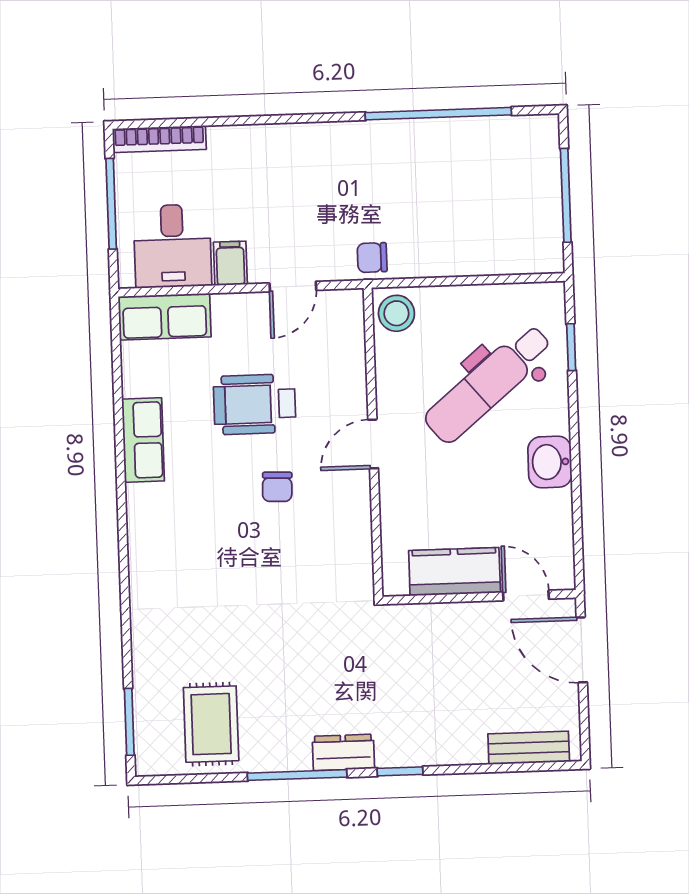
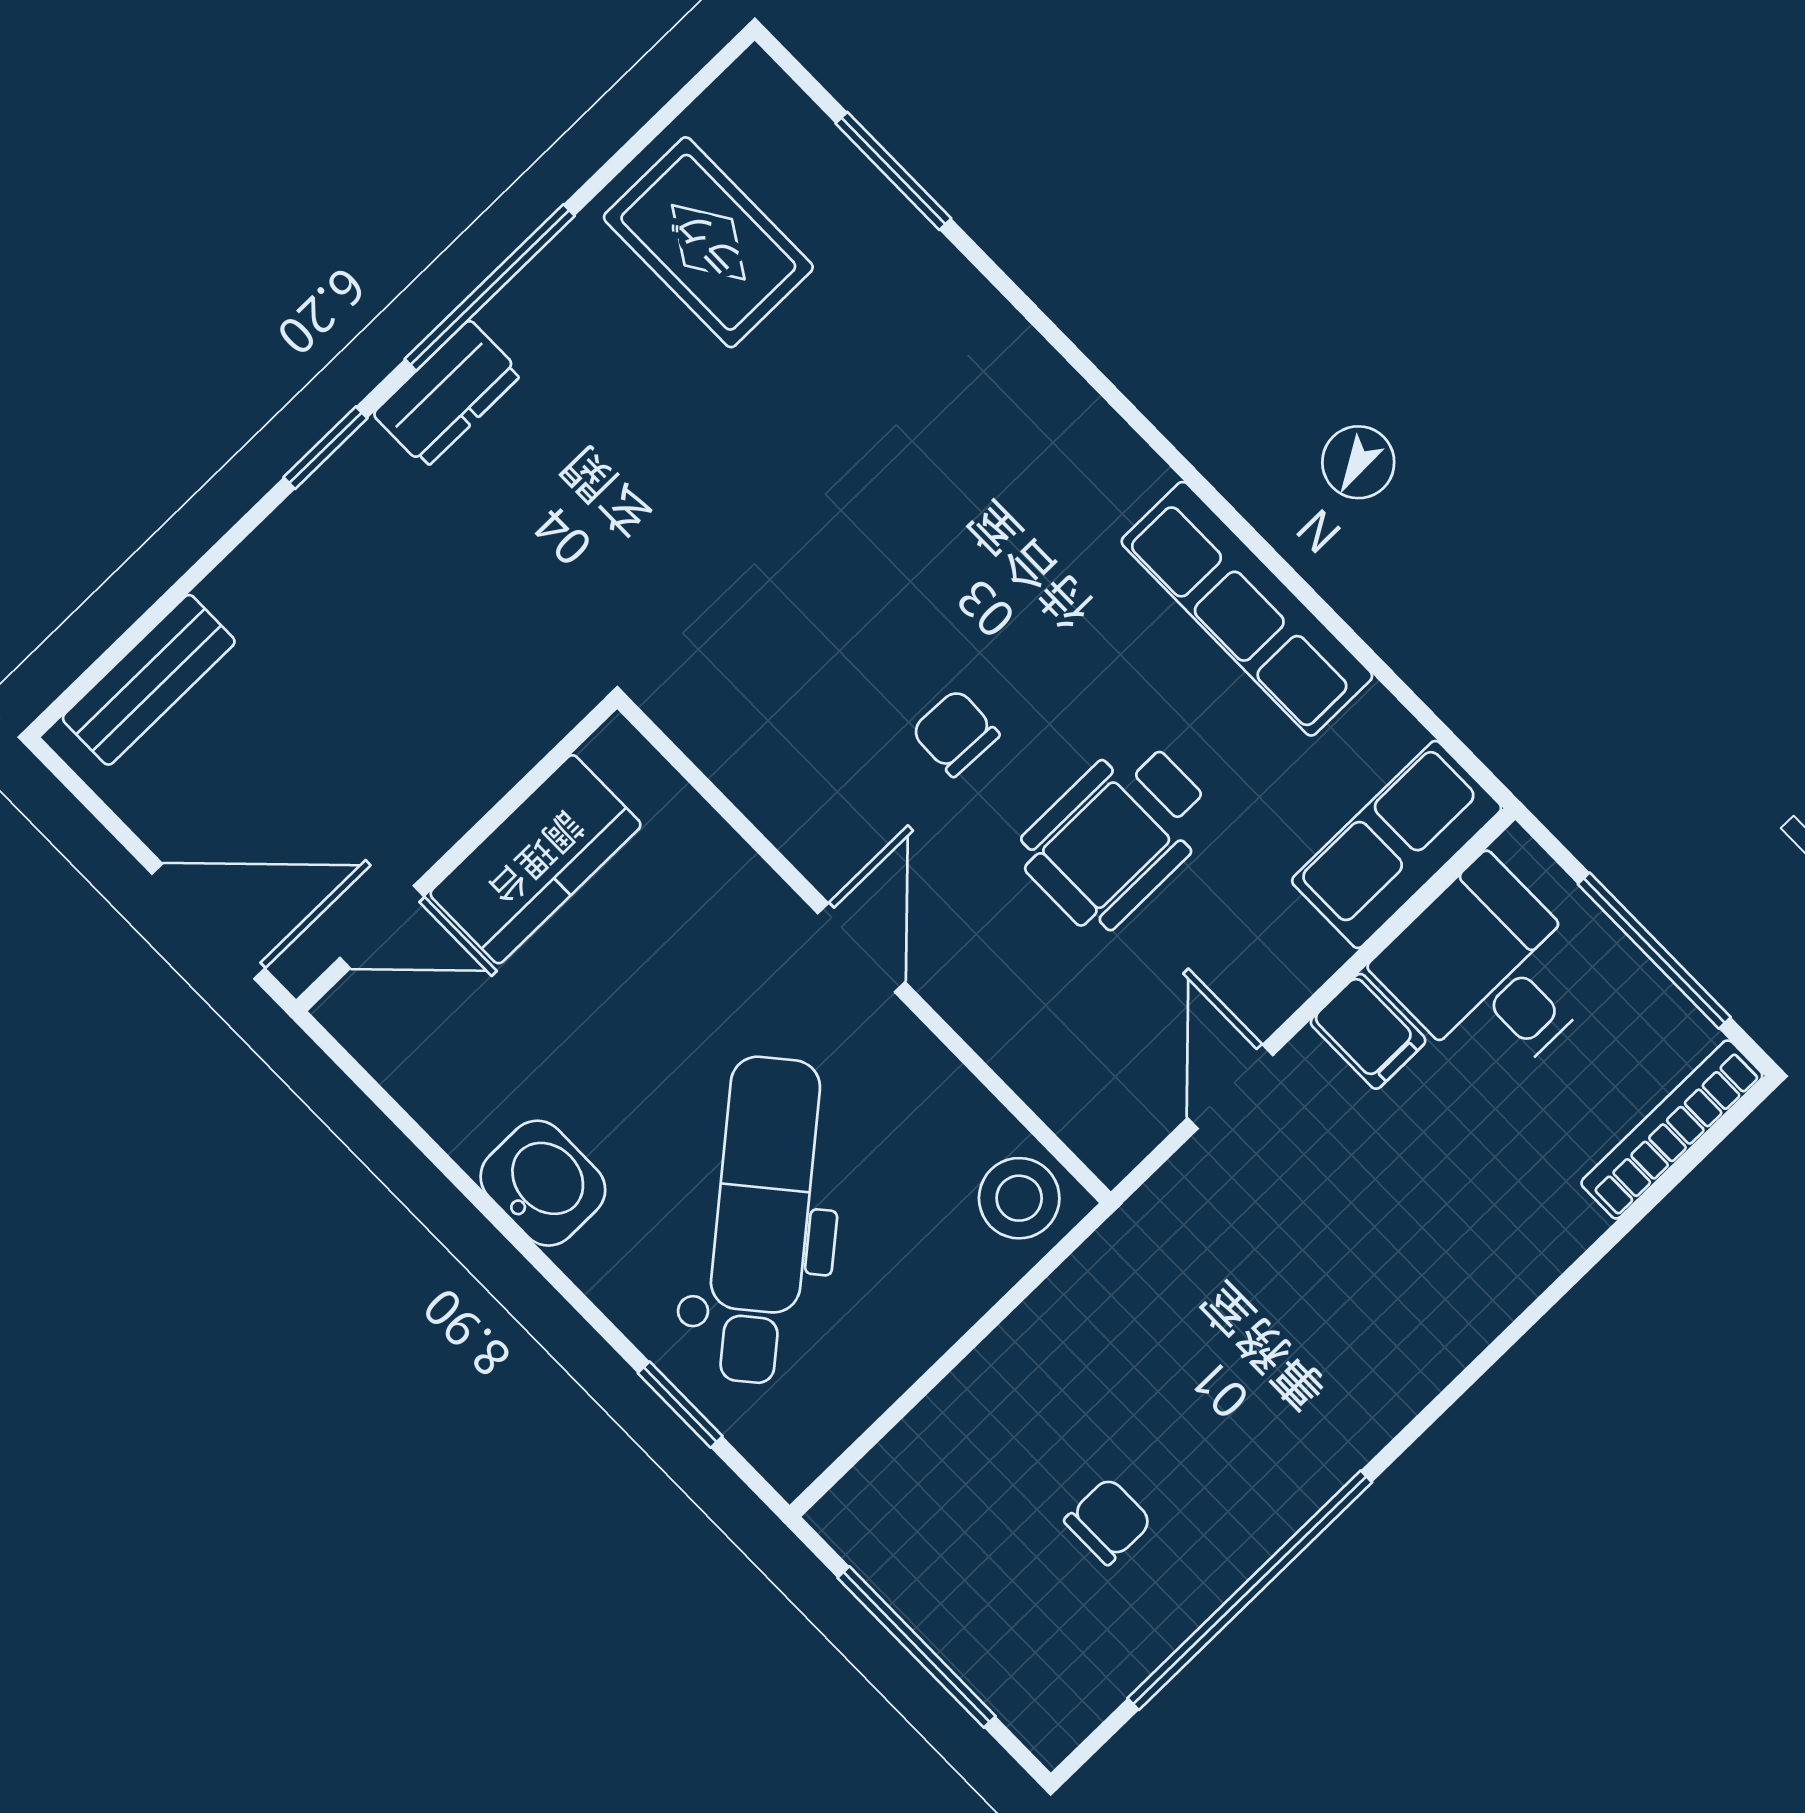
chair: (372, 258) -> (1108, 1521), moved
wheelchair: (255, 404) -> (1117, 835), turned 180
row of seats: (143, 440) -> (1247, 609), width x1.48
window: (129, 722) -> (893, 171), moved

